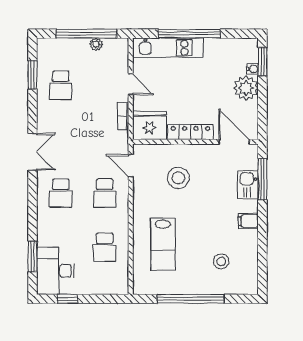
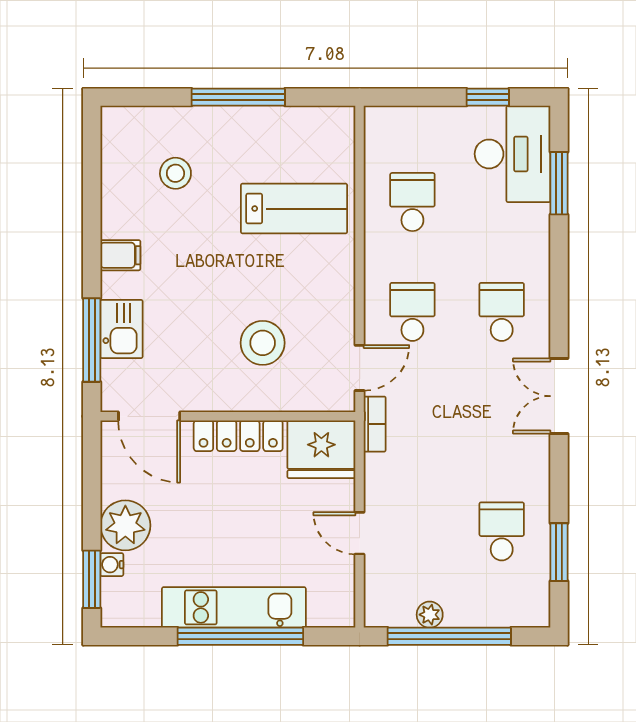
kitchen unit: (168, 48) -> (234, 607), moved
bookcase: (123, 116) -> (375, 424), moved
door: (131, 166) -> (360, 368), hinge flipped
lab bench: (163, 244) -> (294, 209), turned 90
window: (190, 299) -> (238, 97), width x0.68

